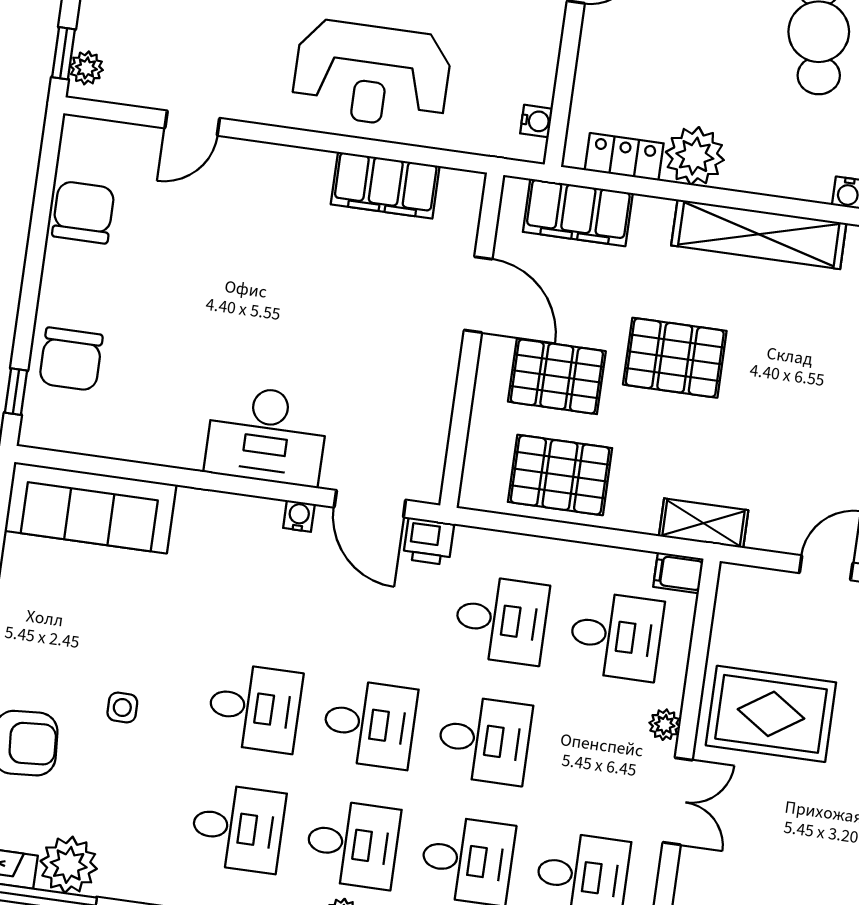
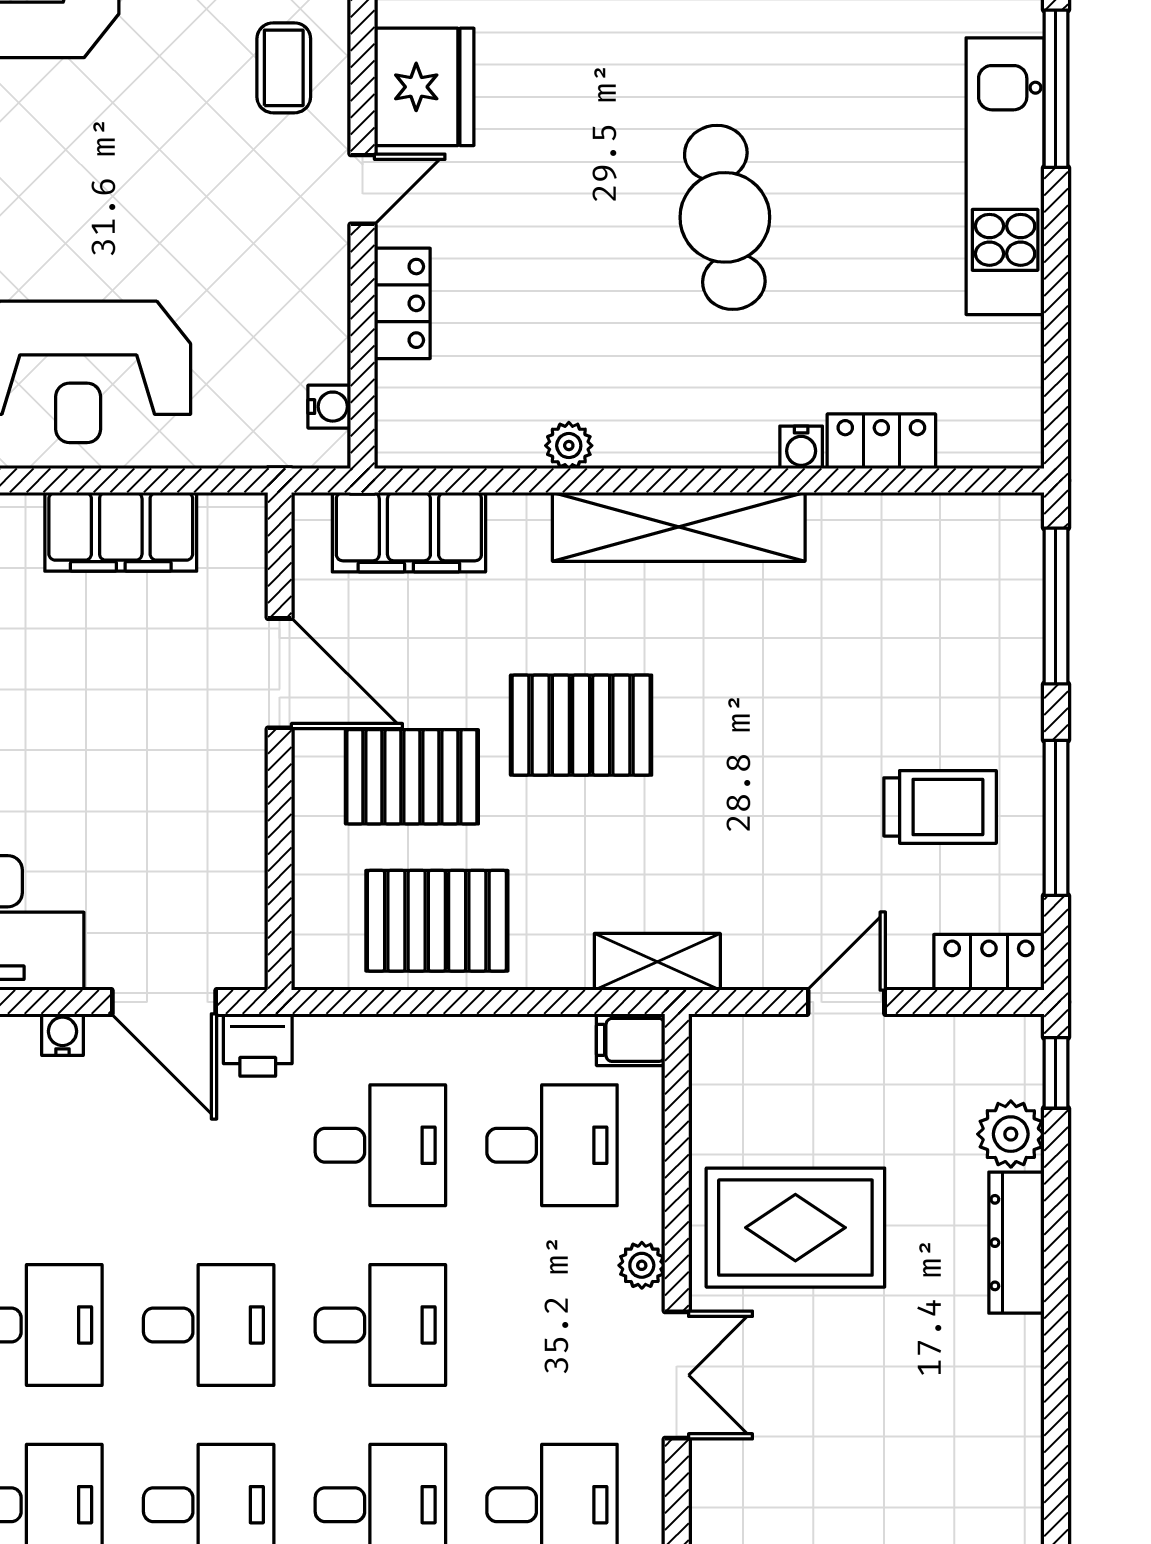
plant: (695, 156) -> (569, 446), width x0.53, depth x0.53
locker: (624, 157) -> (402, 303), moved, turned 90

